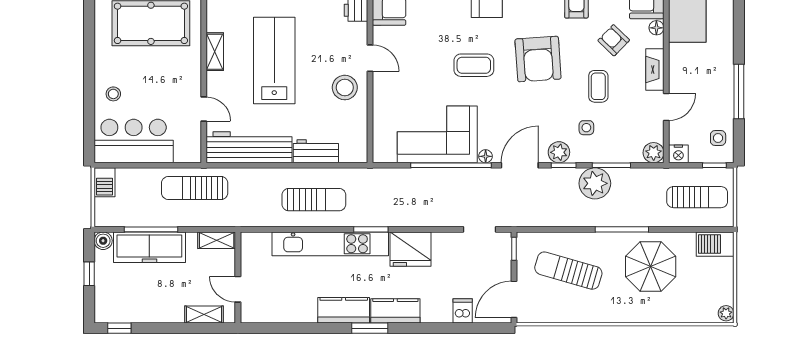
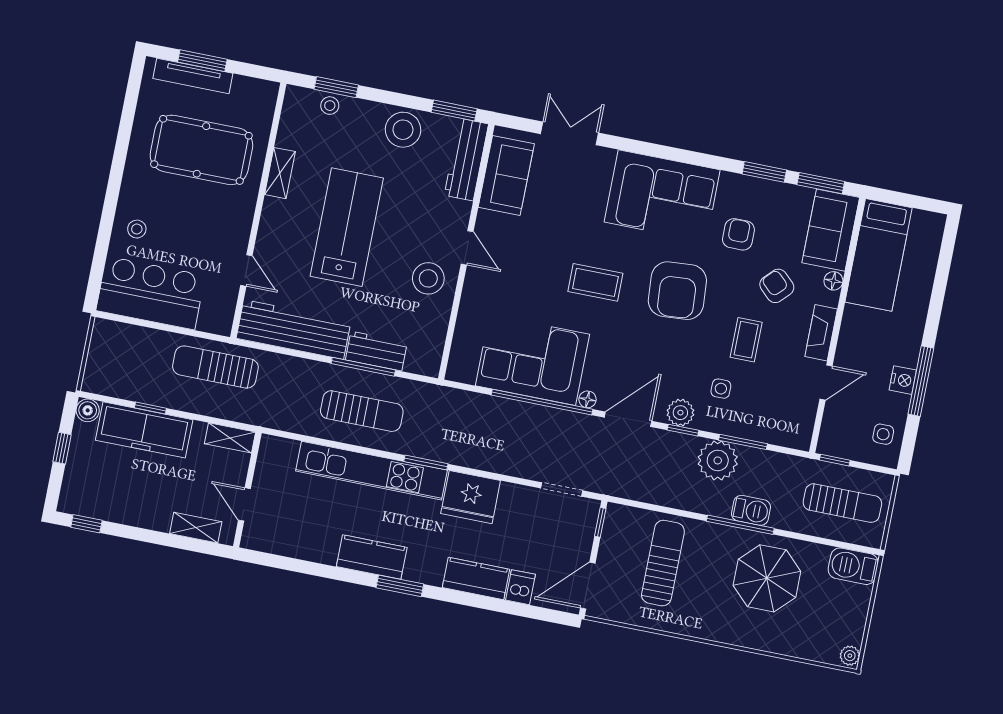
shelving: (215, 52) -> (280, 173), moved
plant: (654, 153) -> (799, 437), removed
nightstand: (678, 154) -> (903, 380), moved, turned -90
window: (308, 165) -> (363, 367), added
window: (714, 165) -> (835, 460), moved
barbecue: (104, 182) -> (751, 510), moved, turned -90
window: (151, 229) -> (150, 408), width x0.46
sun lounger: (568, 271) -> (663, 563), turned 74
kitchen counter: (395, 311) -> (476, 578), moved

